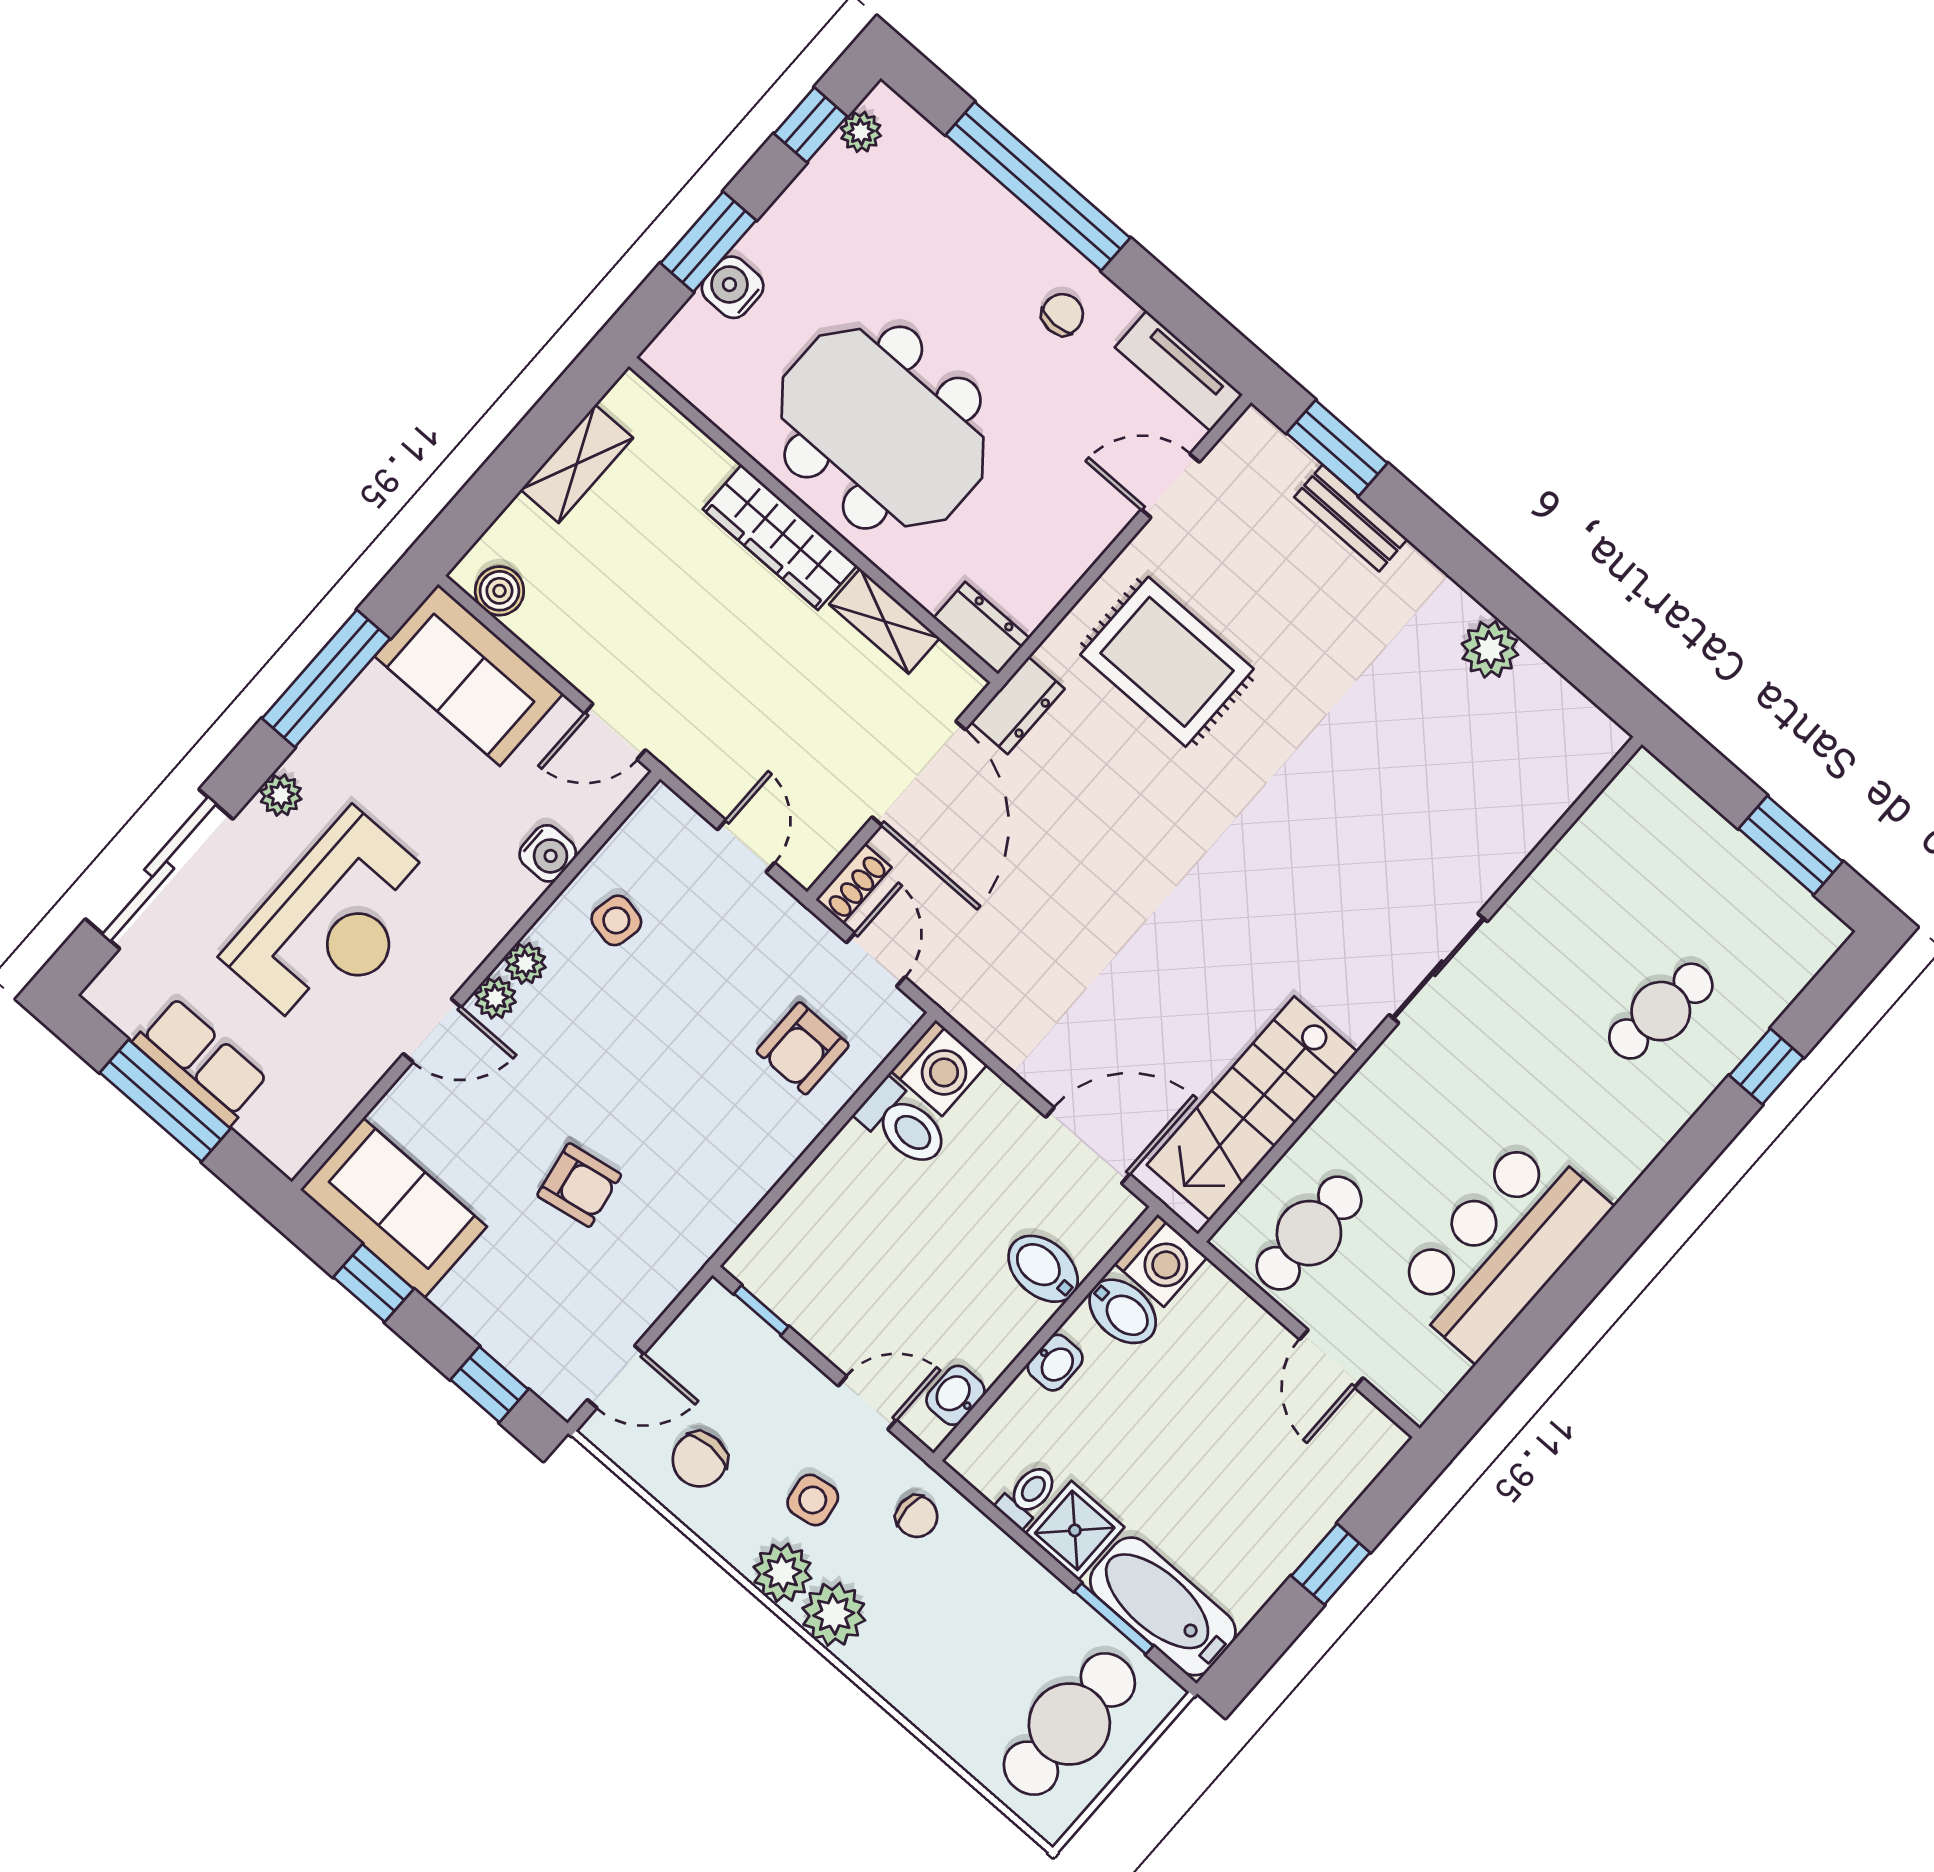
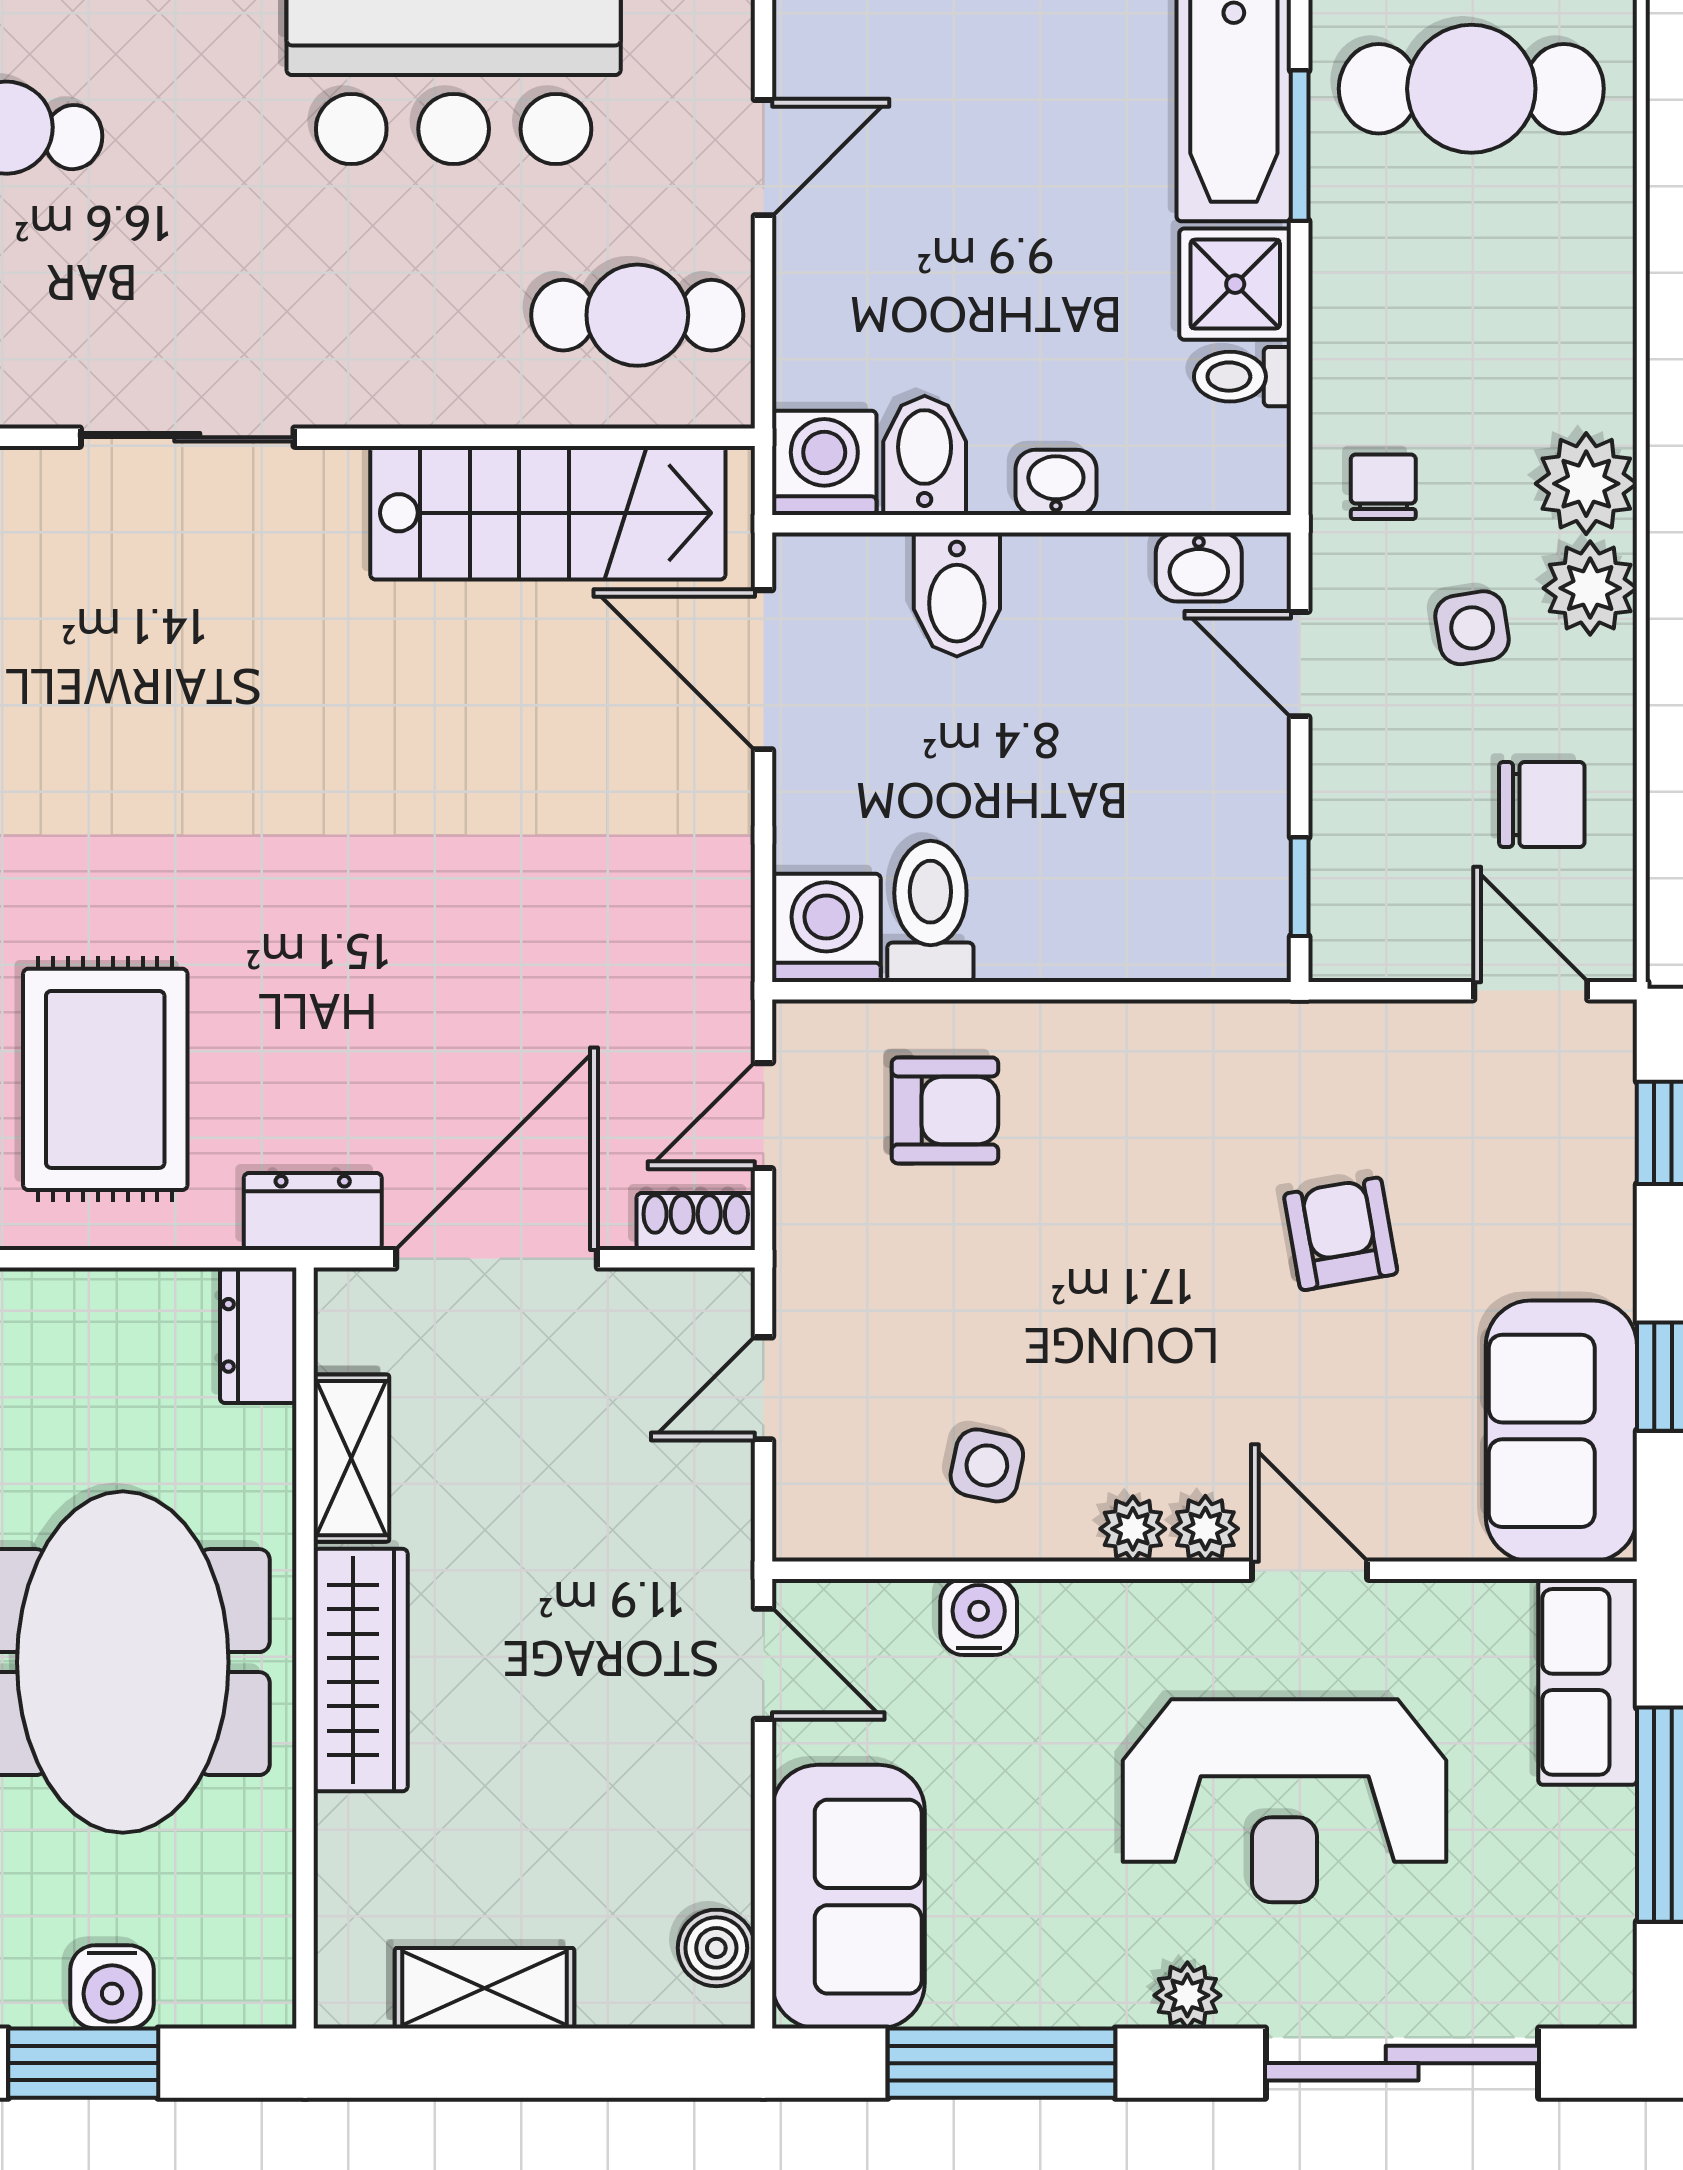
reception desk: (333, 922) -> (1285, 1801), turned 180
row of seats: (201, 1061) -> (1588, 1682), moved

